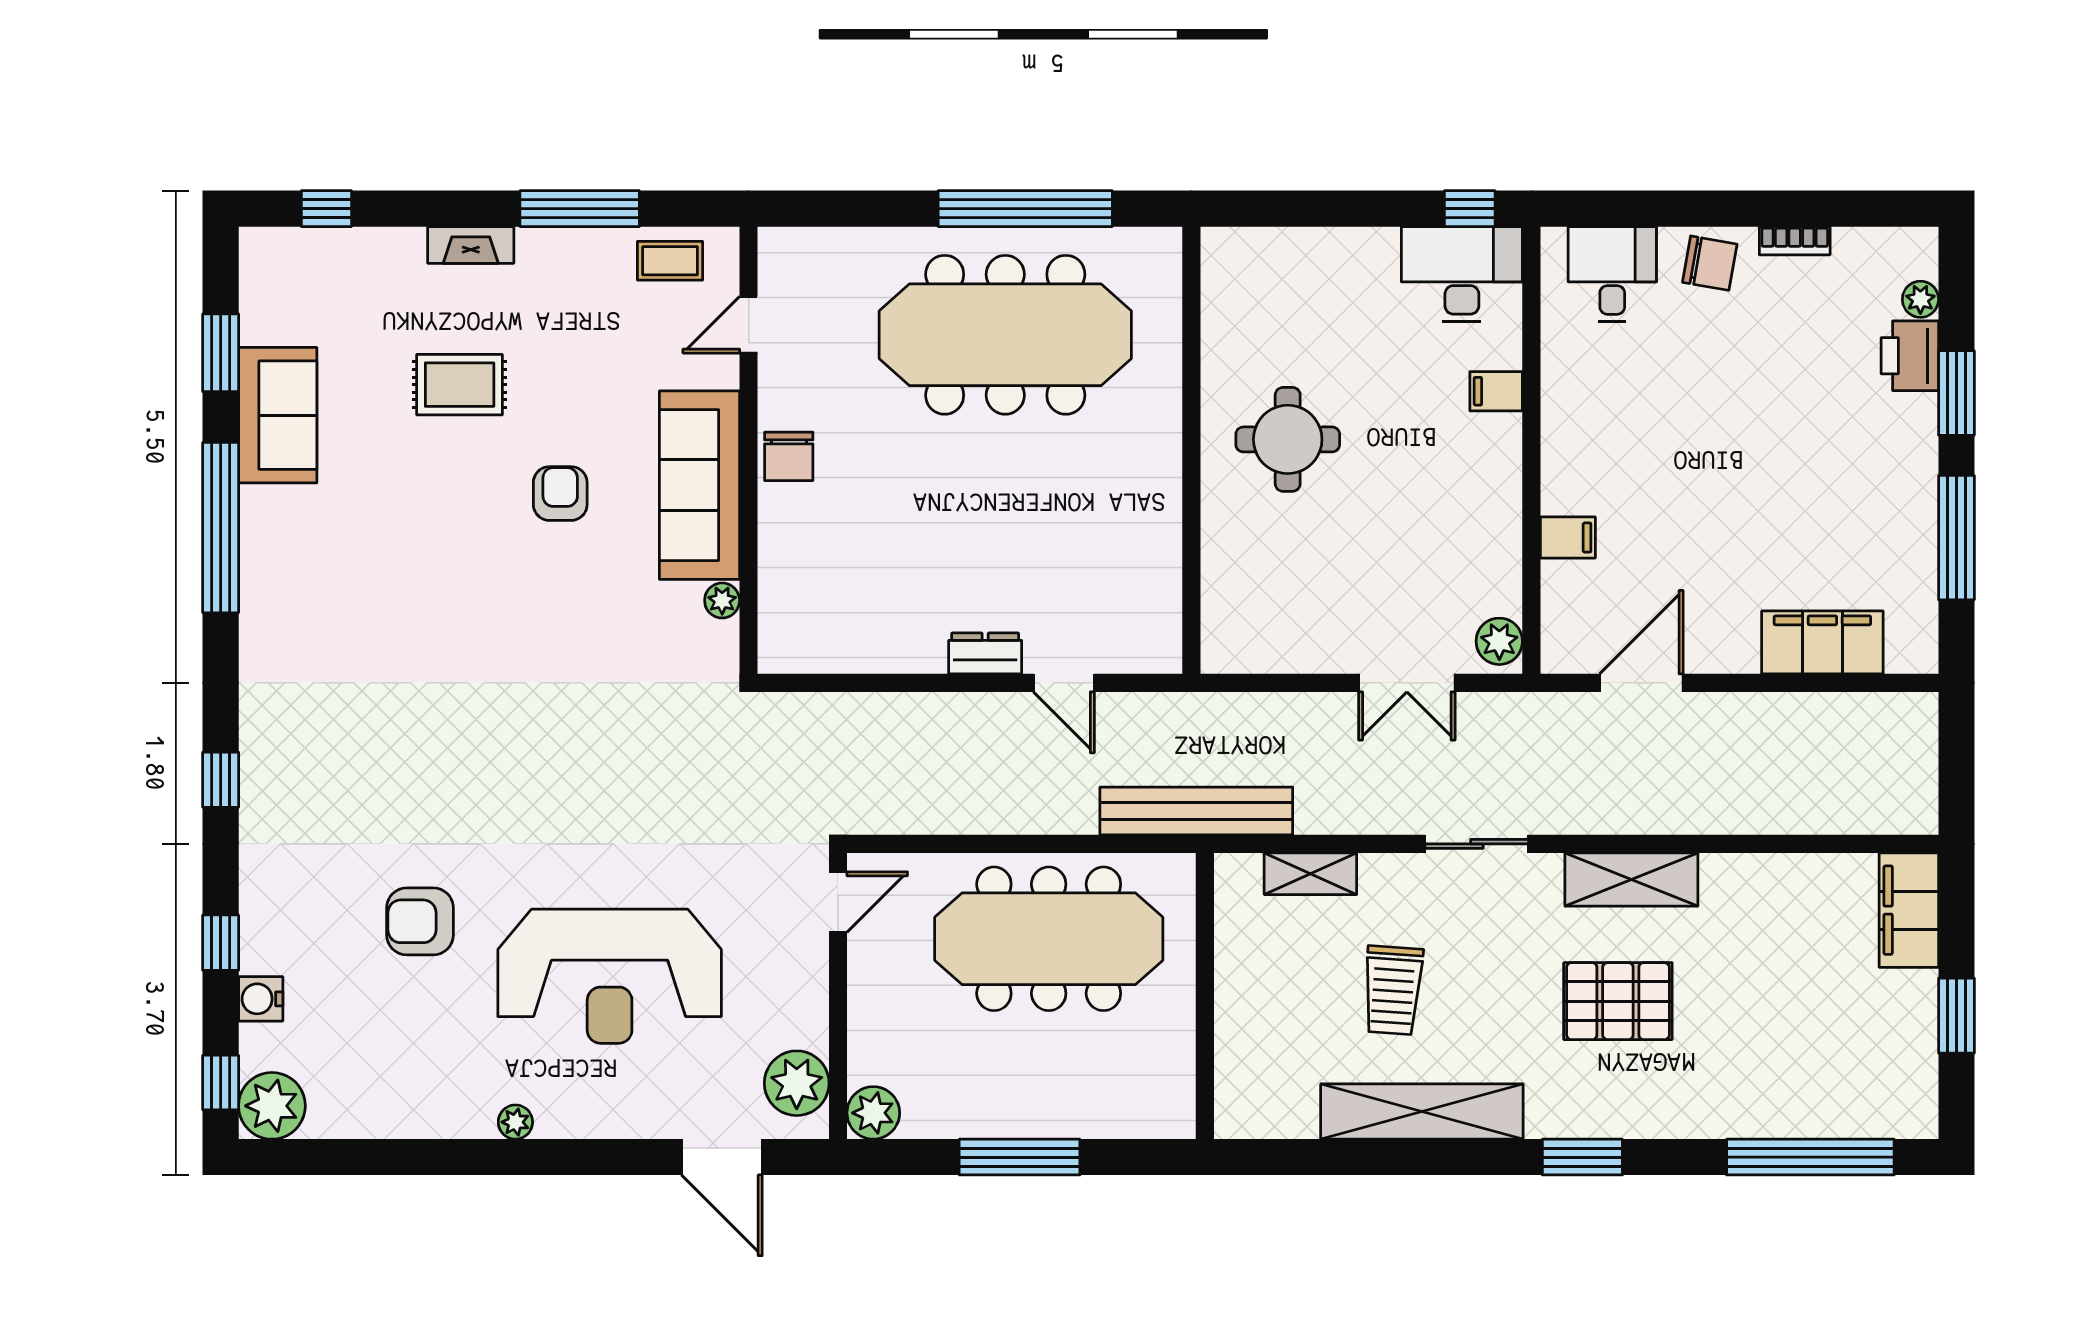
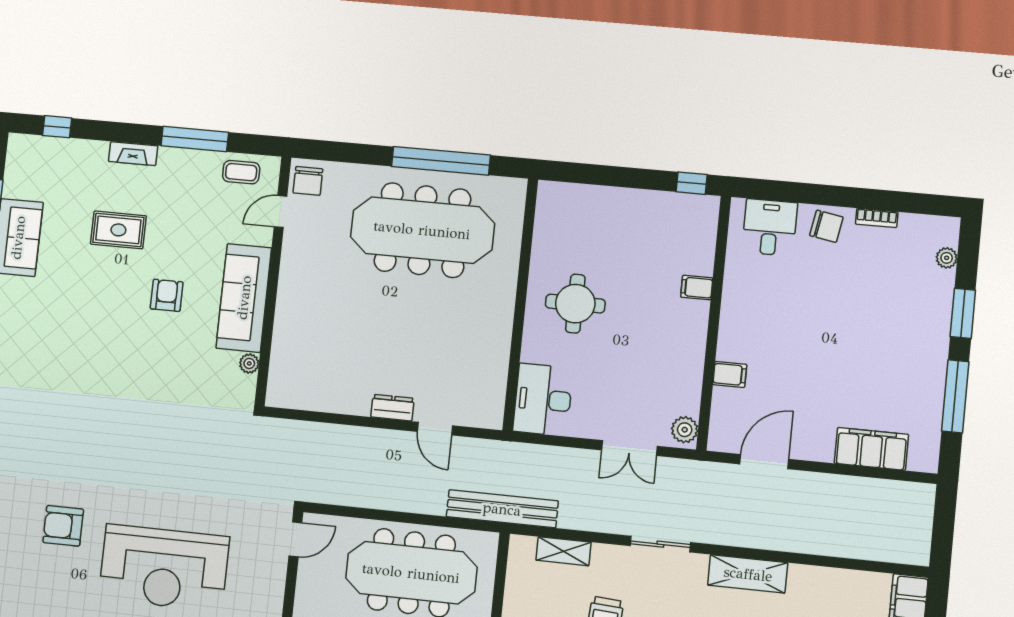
desk: (1462, 274) -> (543, 400), moved, turned -90
printer: (1910, 356) -> (937, 290), removed
chair: (789, 456) -> (308, 181), moved

